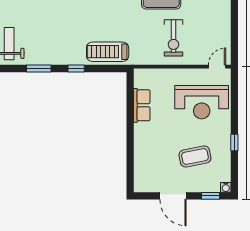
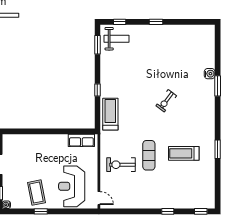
window: (39, 69) -> (97, 45), moved
row of seats: (142, 105) -> (81, 140), moved
coffee table: (195, 156) -> (36, 193), moved

